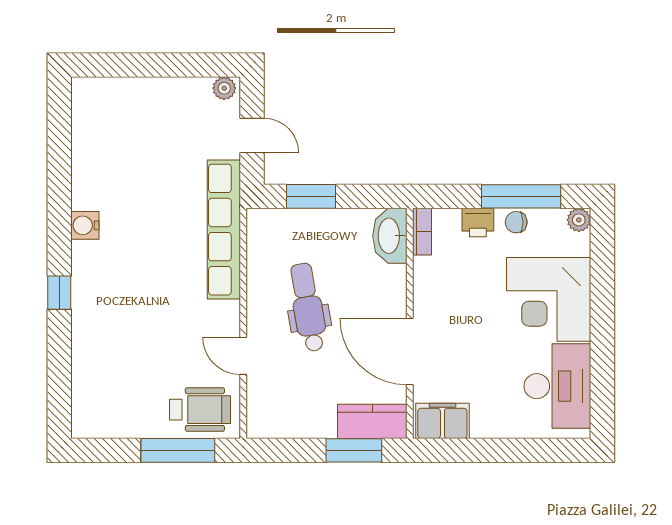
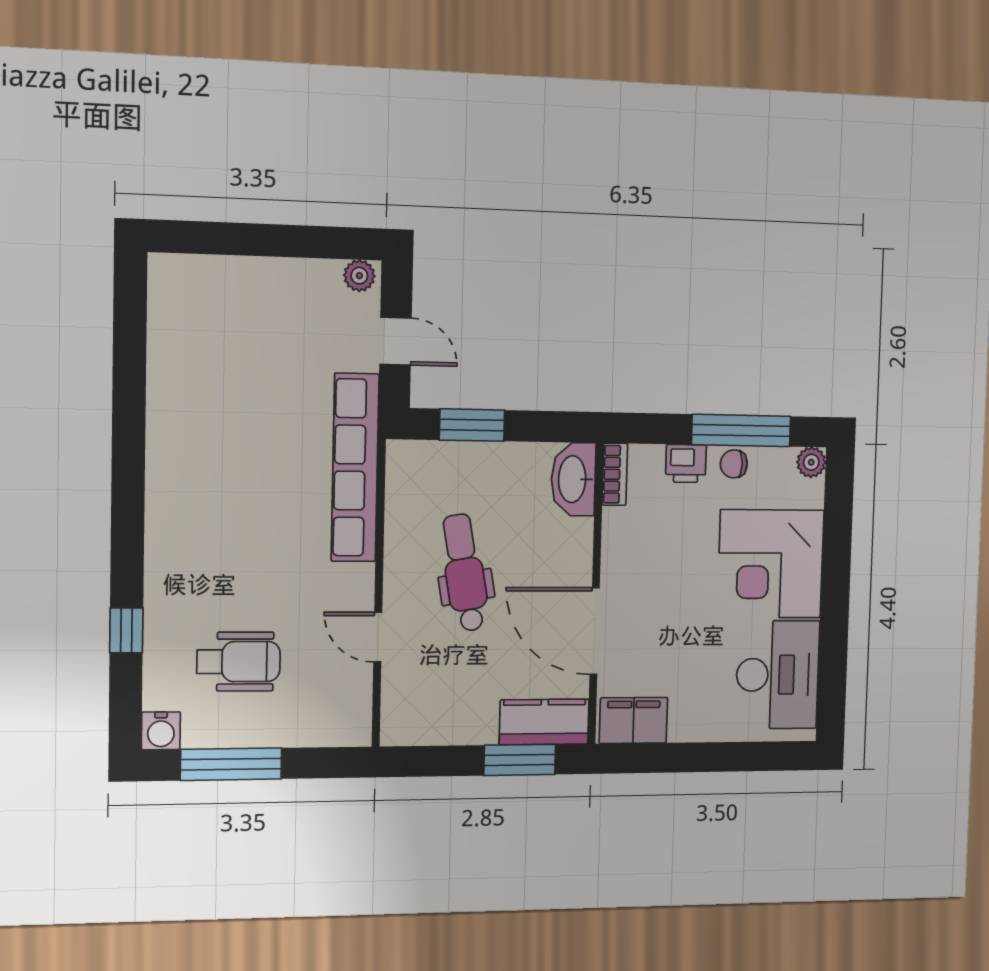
water cooler: (85, 225) -> (161, 731), moved, turned -90
window: (59, 293) -> (126, 630), moved
wheelchair: (200, 410) -> (239, 662), moved
window: (178, 450) -> (231, 764), moved

